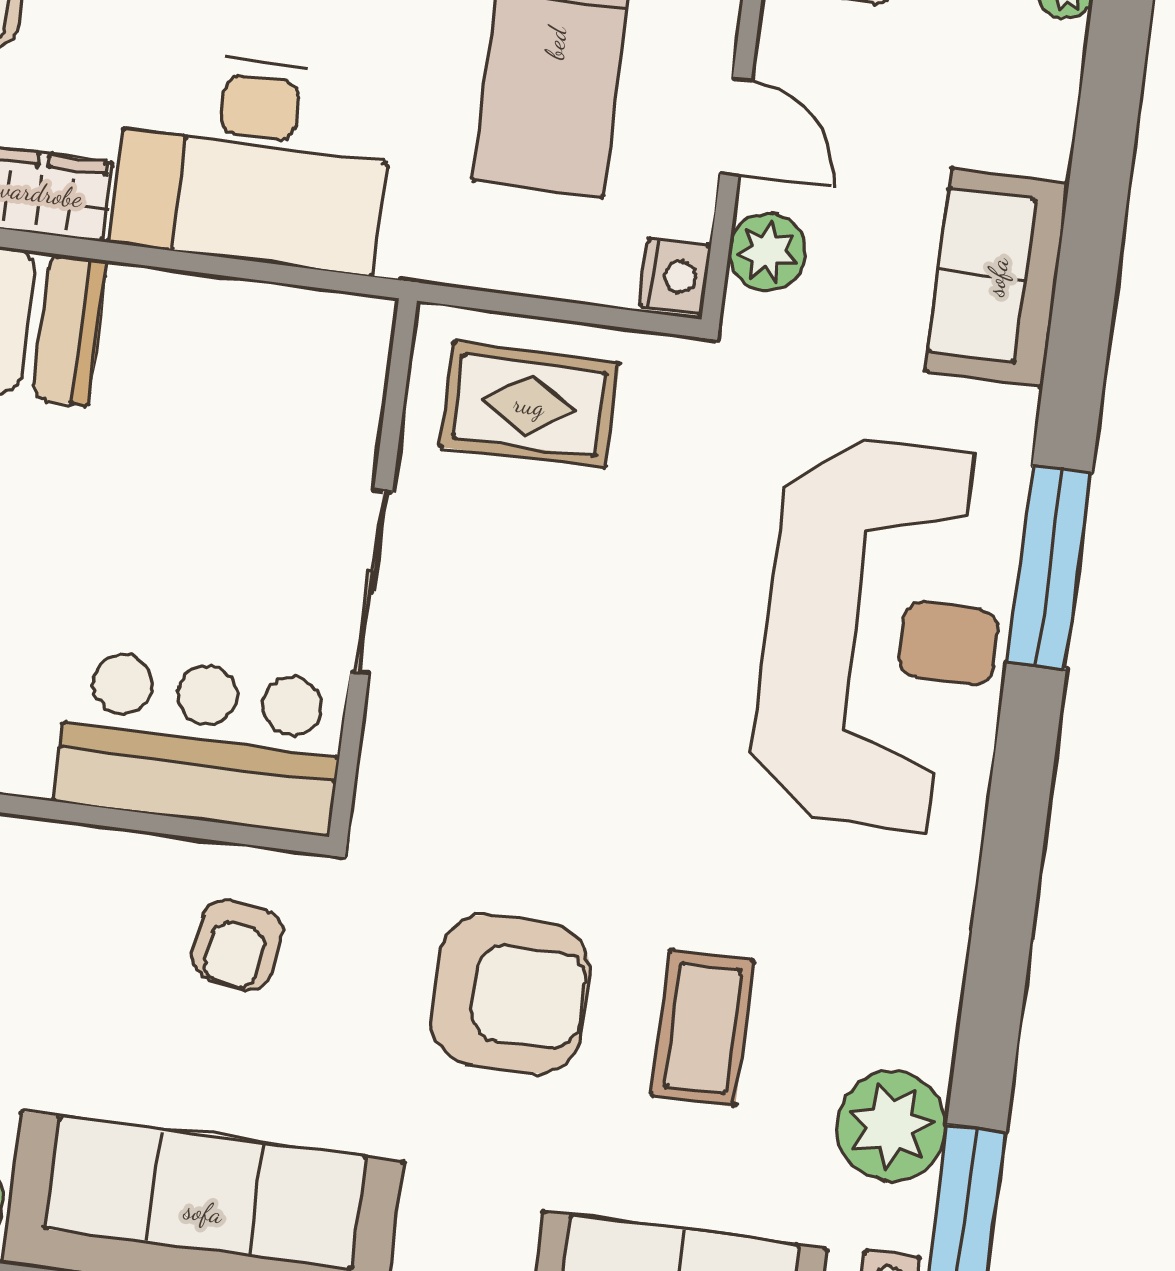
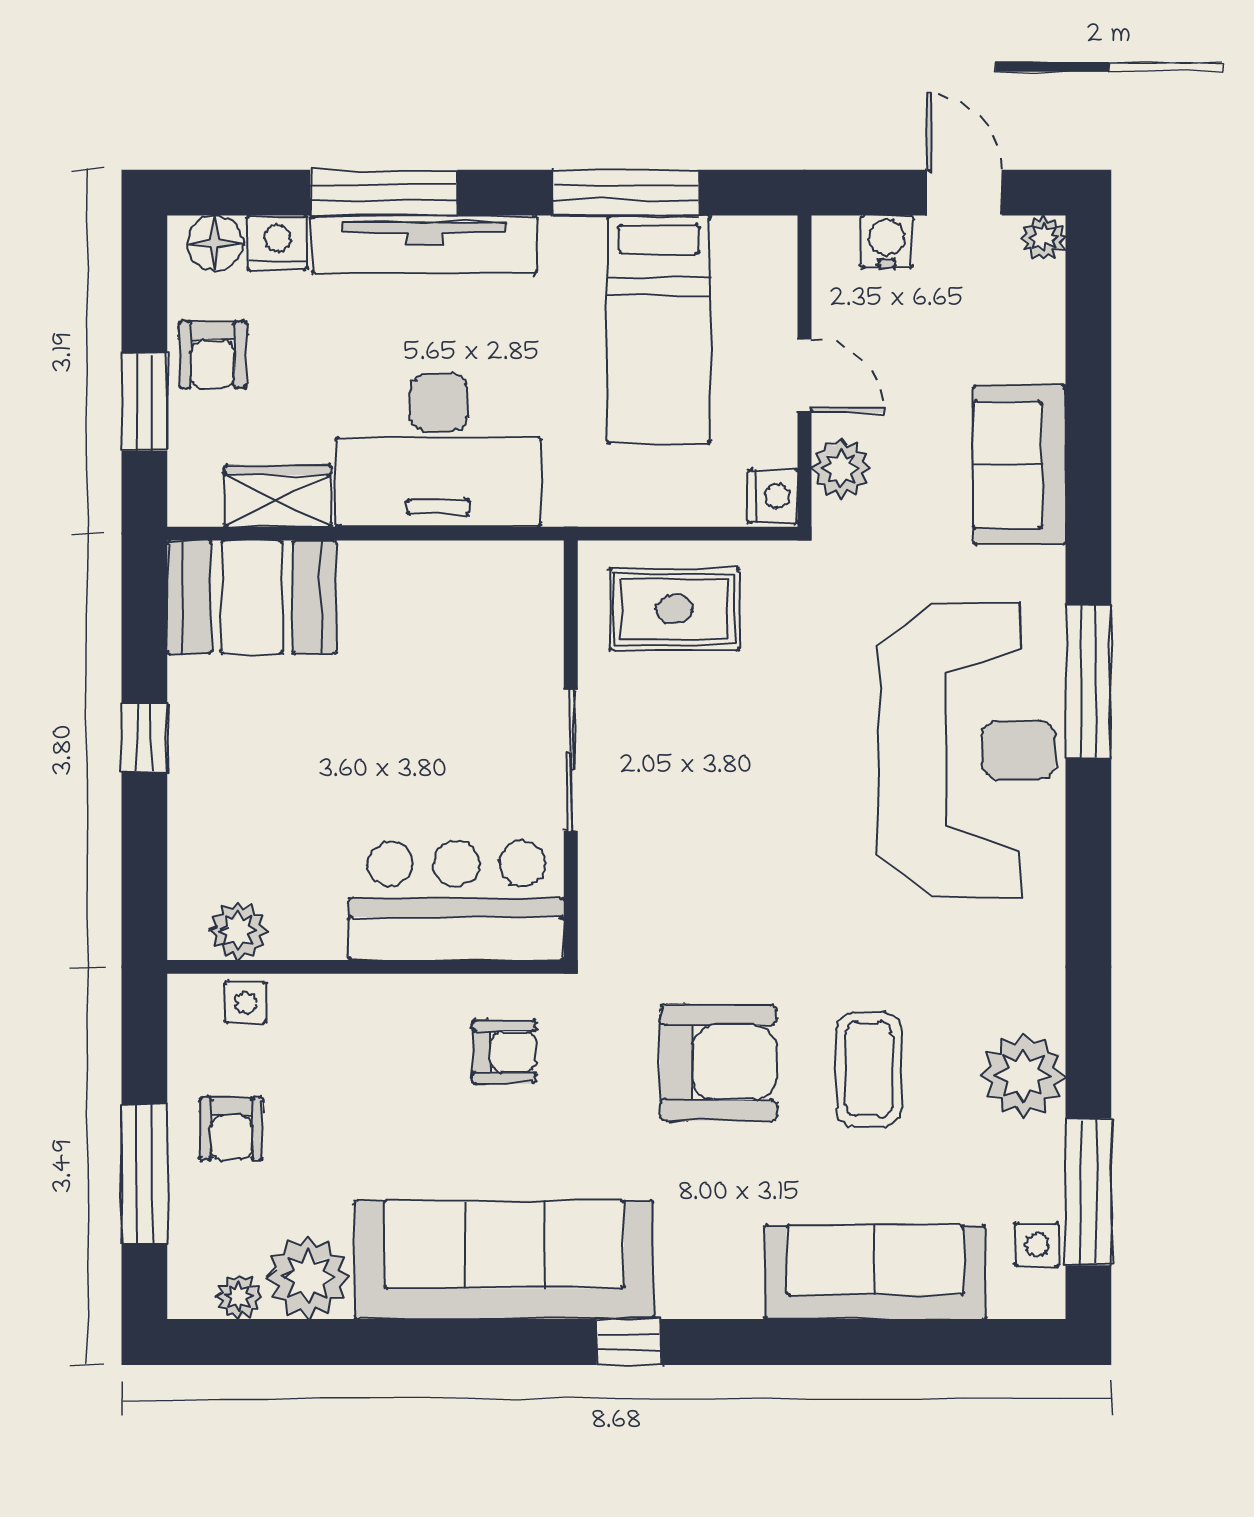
armchair: (237, 945) -> (504, 1052), turned -99
plant: (892, 1126) -> (1023, 1075), moved

